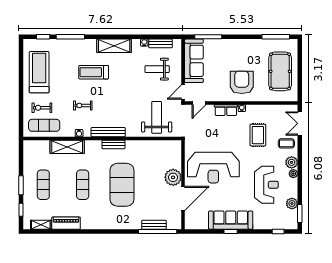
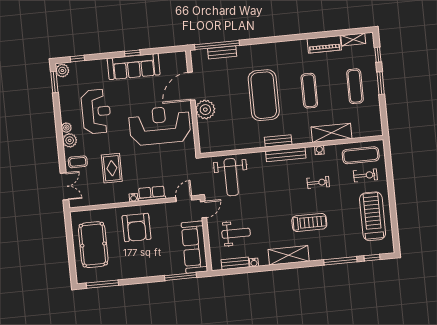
treadmill: (39, 72) -> (373, 216), turned 180
reception desk: (266, 185) -> (96, 112), turned 180
plant: (292, 204) -> (62, 71), moved

